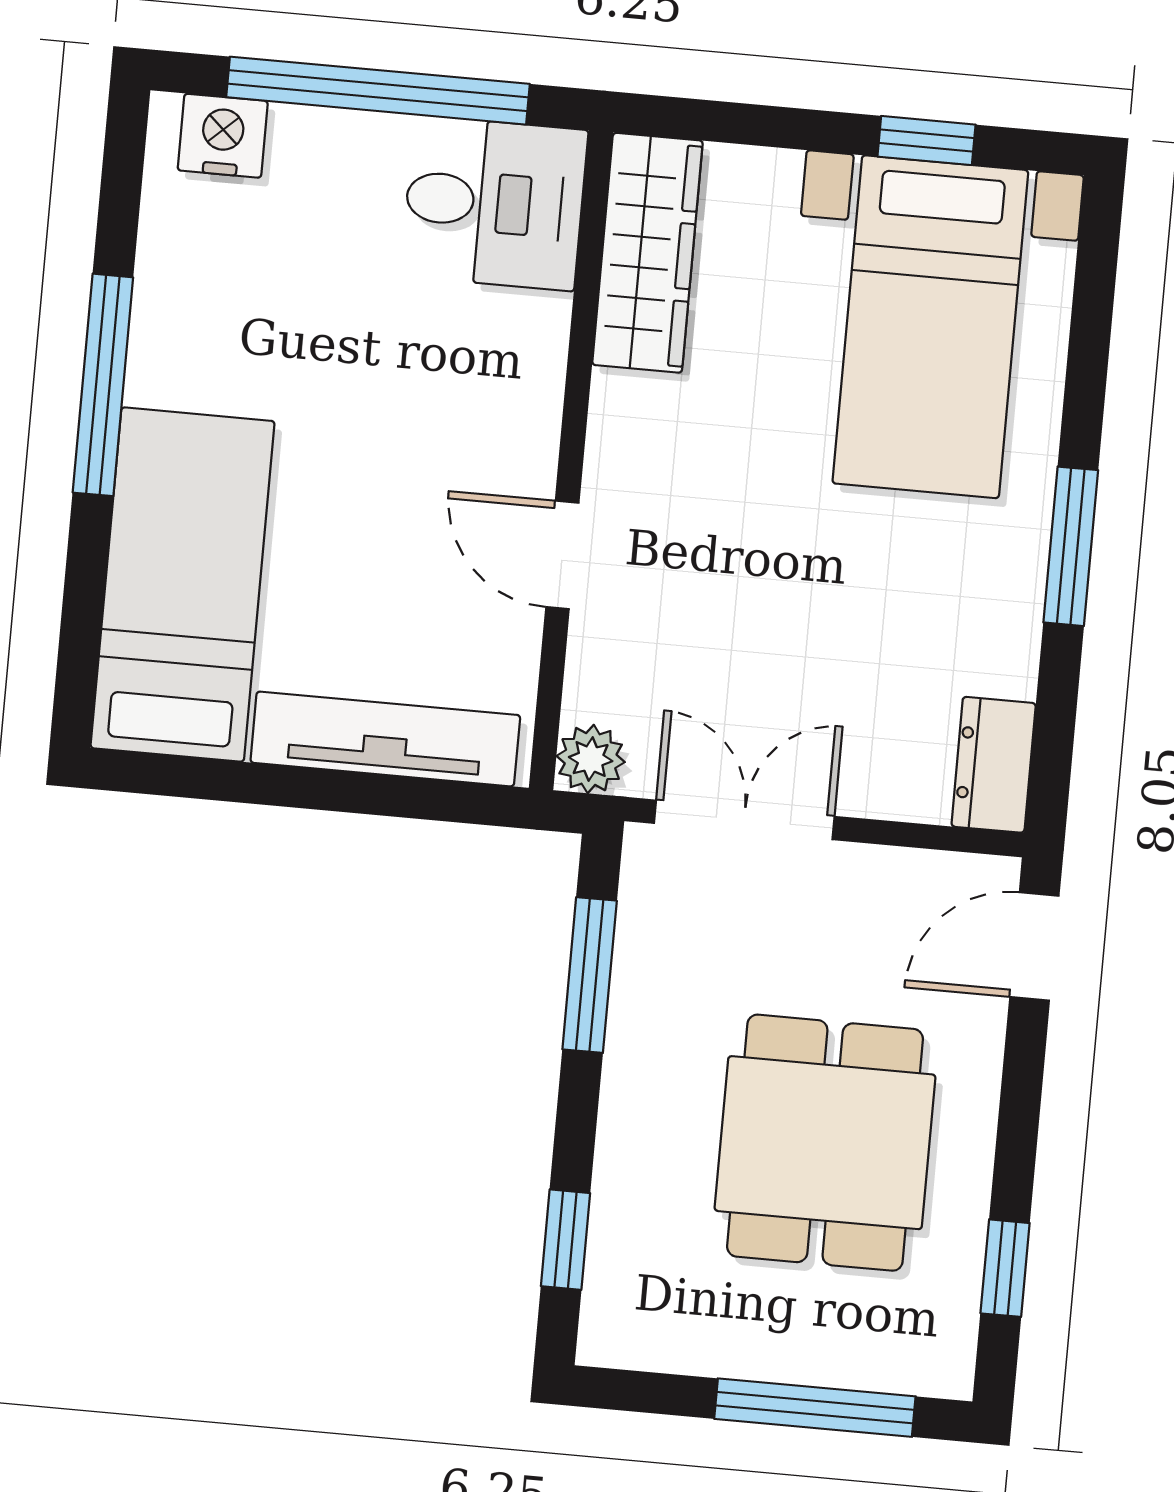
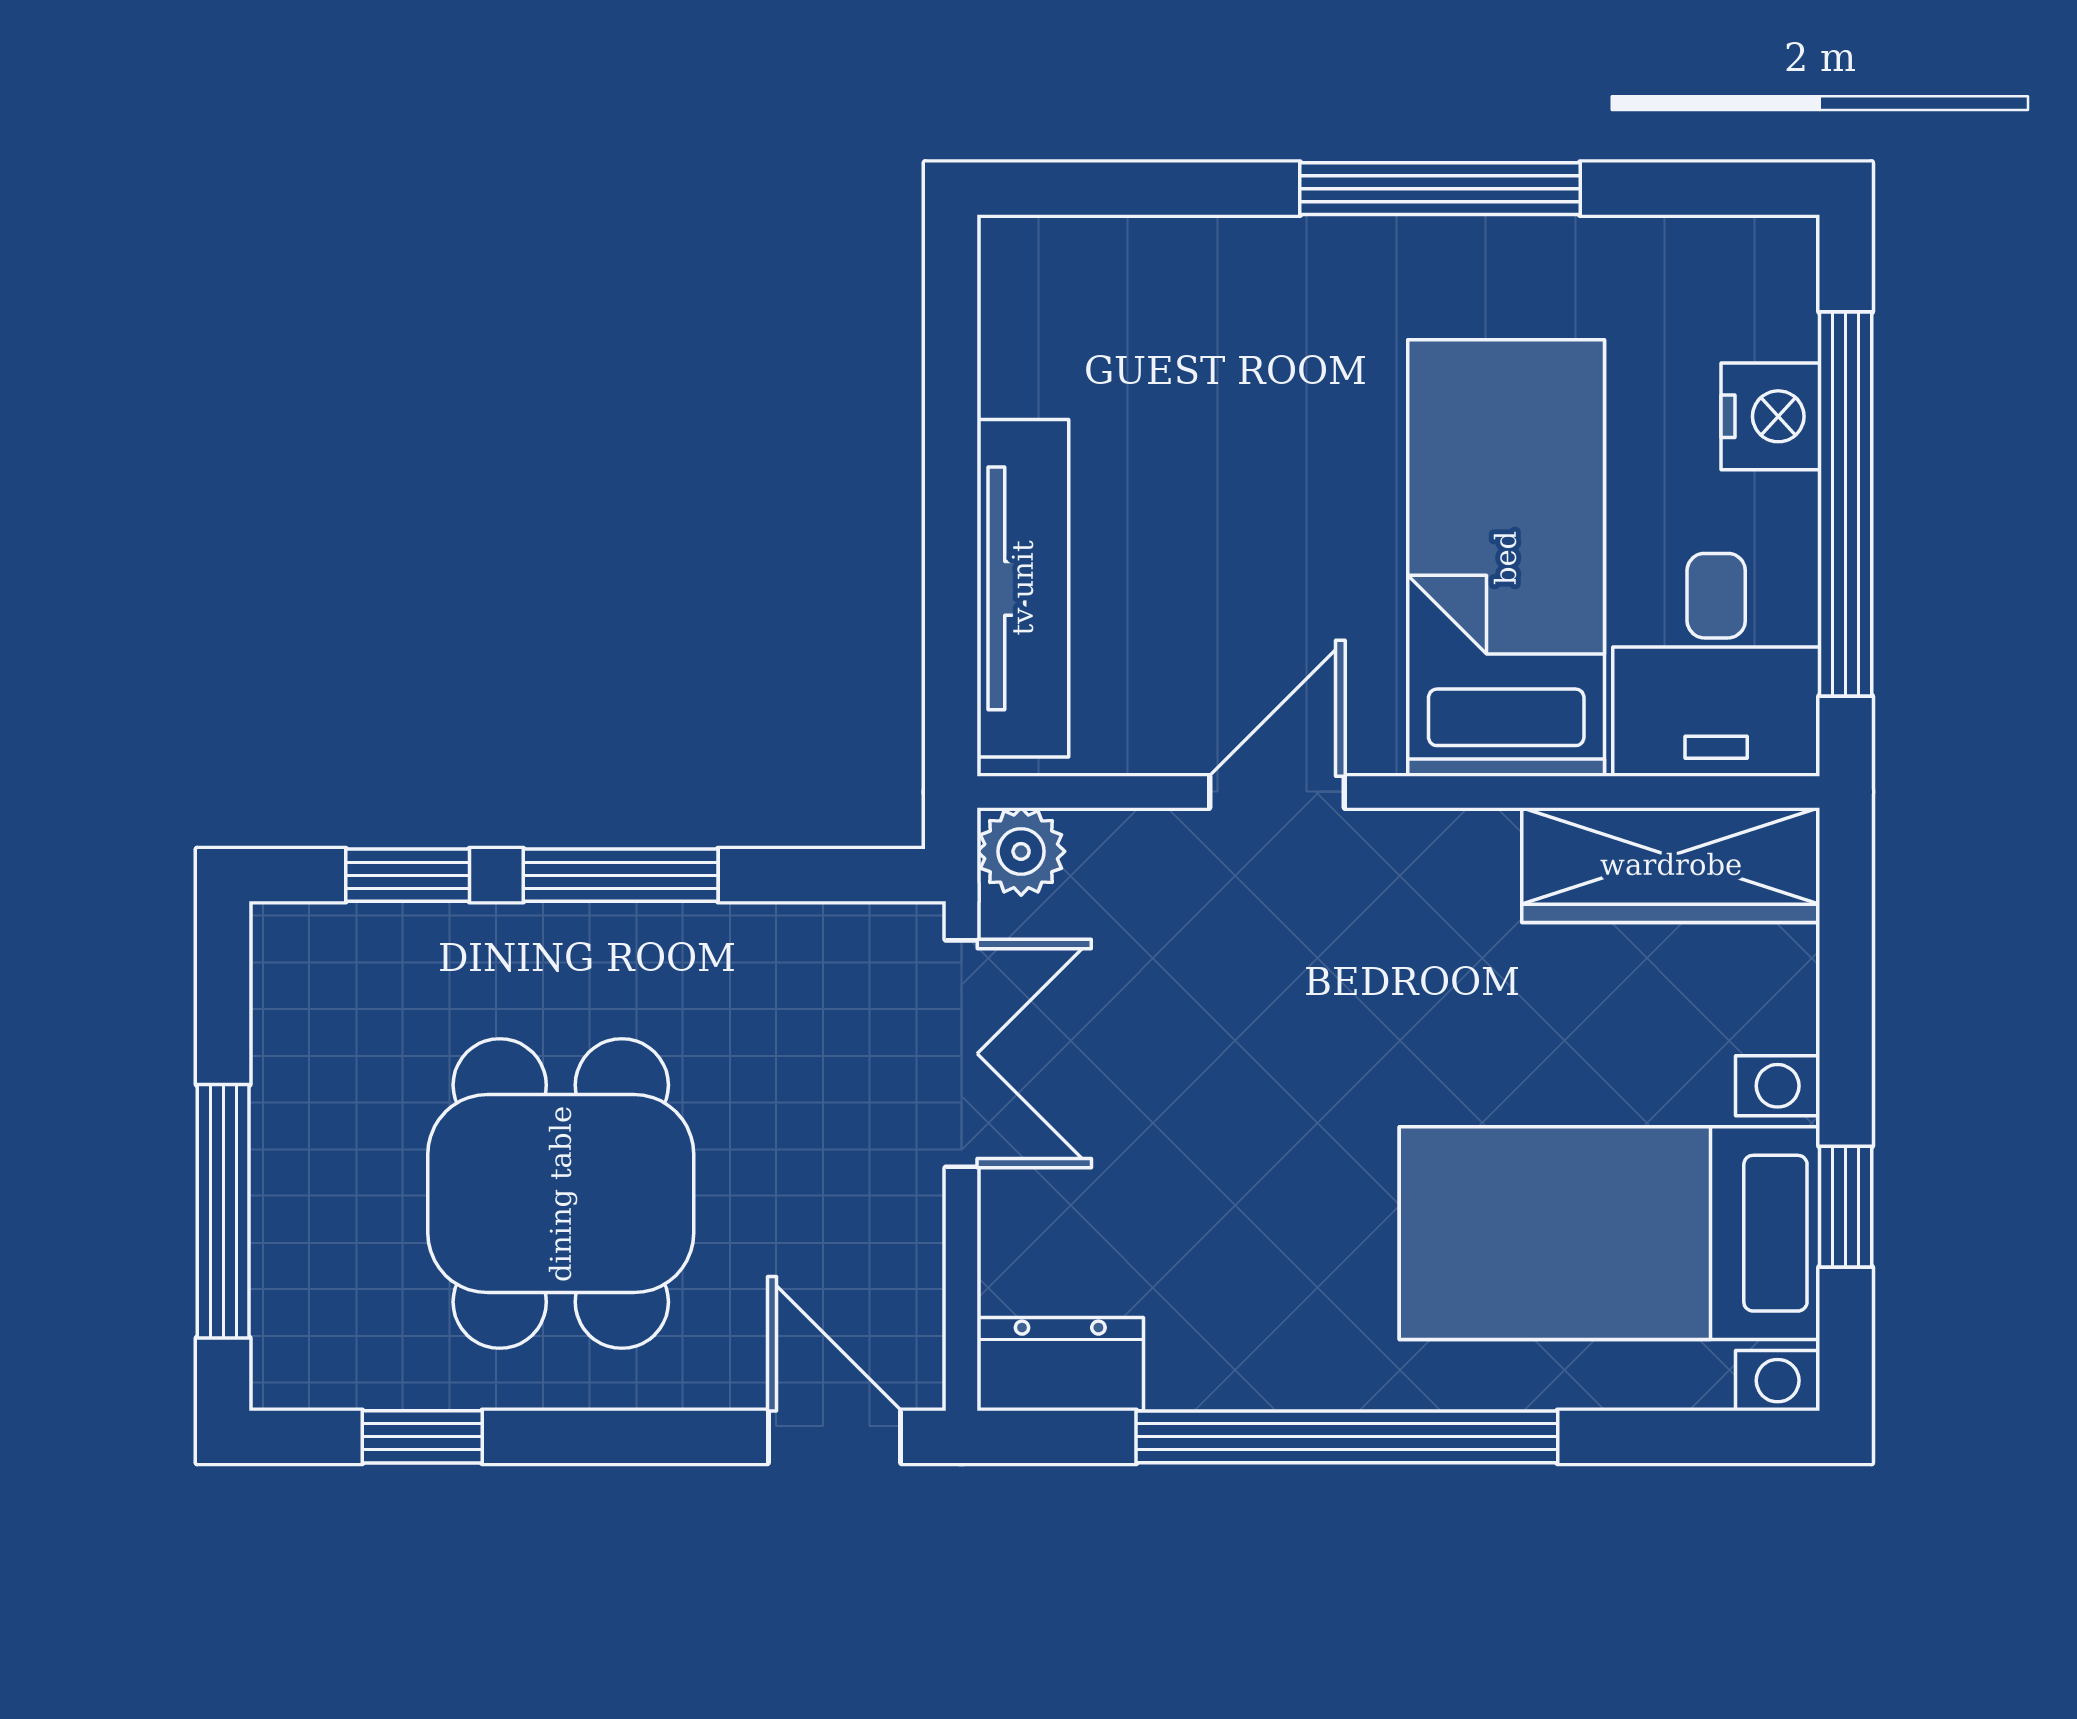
nightstand: (223, 136) -> (1770, 416), moved
window: (1071, 546) -> (1347, 1437), width x2.11
bed: (183, 585) -> (1506, 558), moved, turned -90
window: (590, 975) -> (621, 875), moved
dining table: (825, 1143) -> (561, 1194), turned 90

